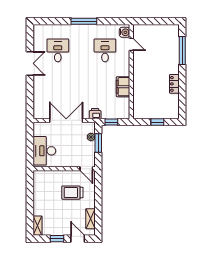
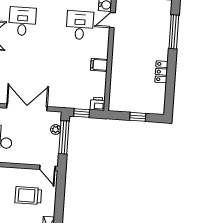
door: (131, 44) -> (112, 20), swing flipped
filing cabinet: (123, 87) -> (99, 65), width x0.50
printer: (95, 114) -> (98, 104), moved
window: (98, 143) -> (64, 137), width x1.44

